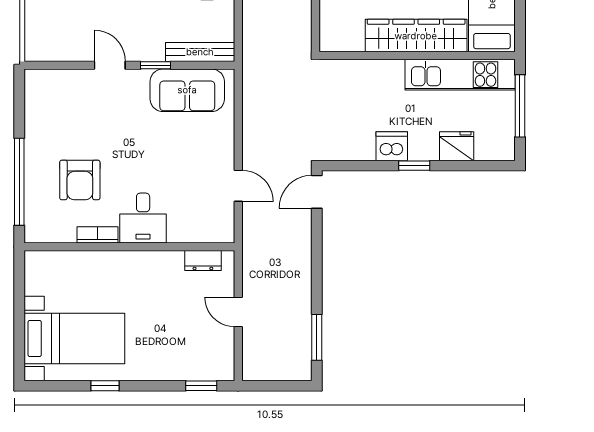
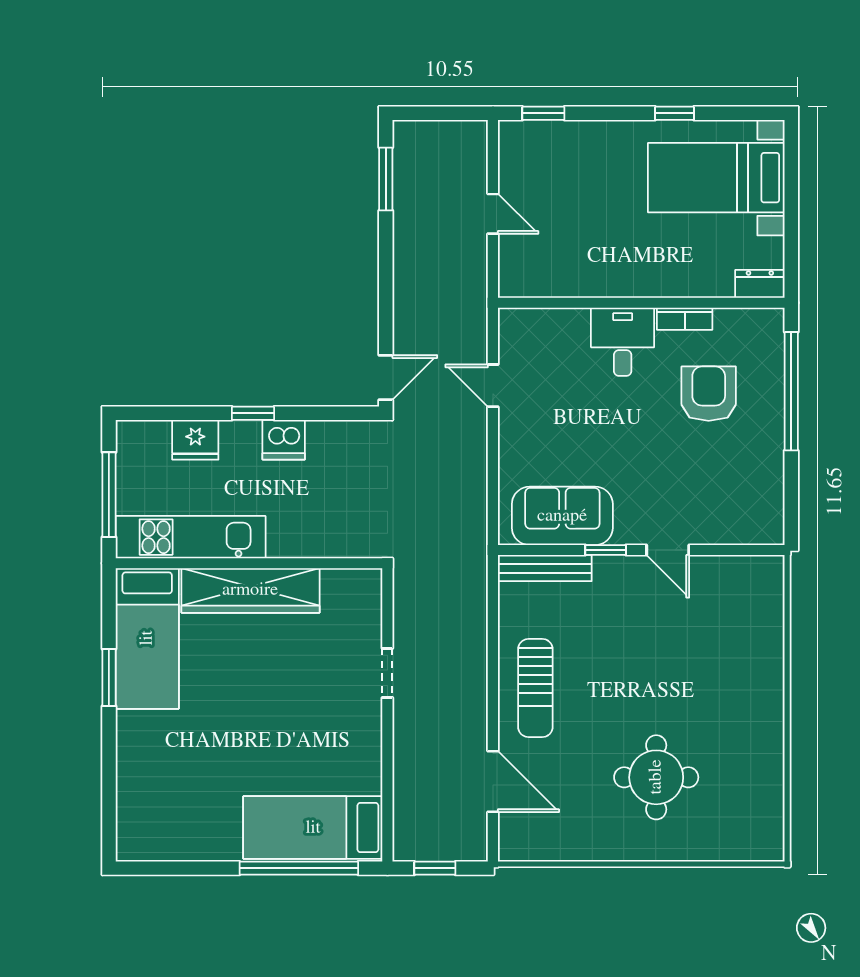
dresser: (203, 261) -> (760, 284), moved

